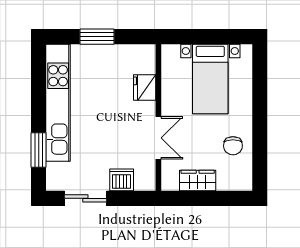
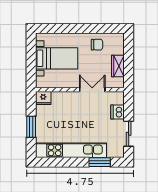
fridge: (145, 88) -> (43, 98), moved

